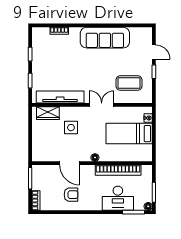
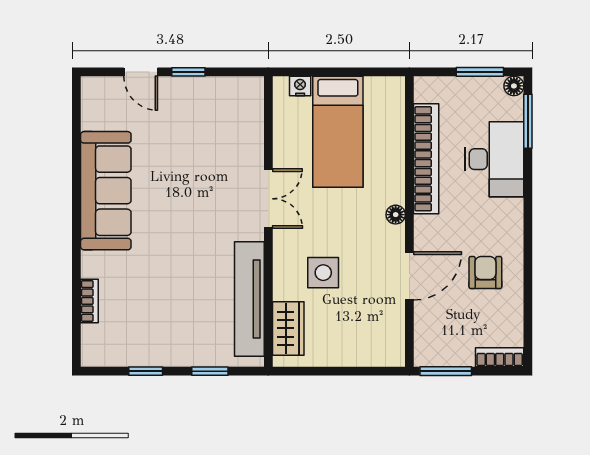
door: (154, 52) -> (141, 72), swing flipped
coffee table: (129, 83) -> (216, 132), removed
double door: (102, 105) -> (268, 199), swing flipped

